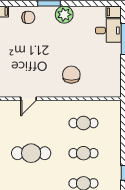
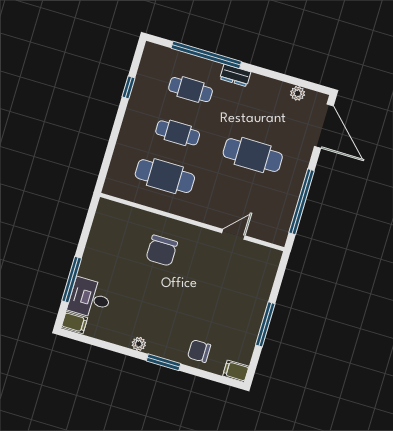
plant: (64, 15) -> (139, 344), width x0.53, depth x0.53
cafe table: (83, 123) -> (165, 176), width x1.37, depth x1.35

